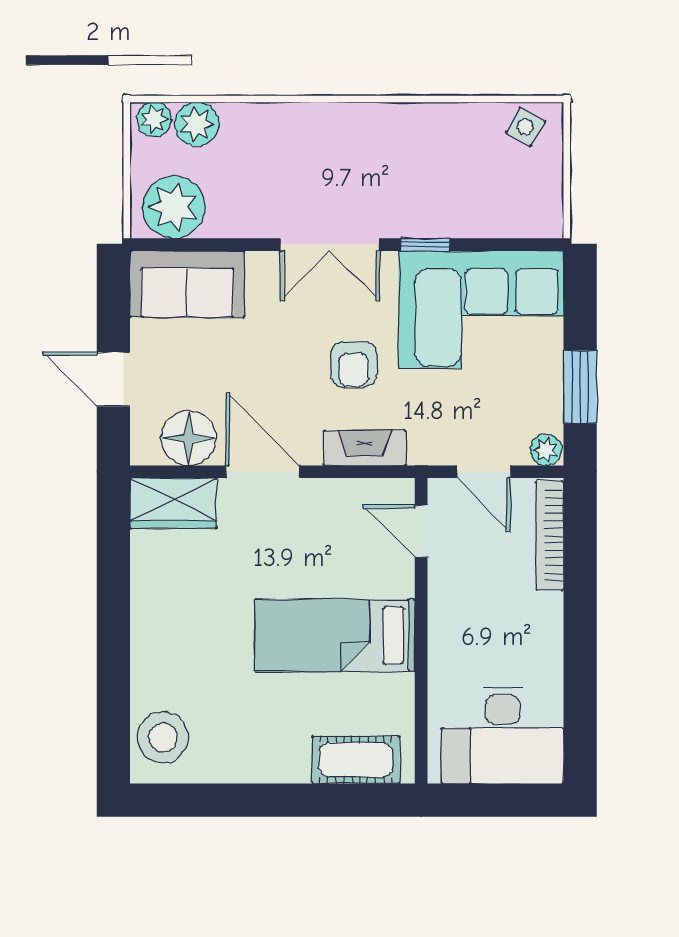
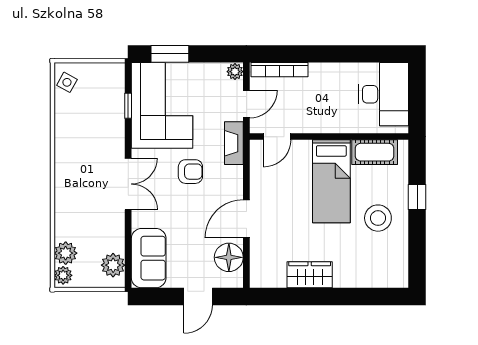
plant: (174, 207) -> (113, 265), width x0.73, depth x0.73
window: (425, 245) -> (128, 106), moved
window: (580, 387) -> (170, 54), moved
fireplace: (365, 448) -> (234, 143), moved
wardrobe: (173, 503) -> (310, 275), moved, turned -90
stool: (163, 737) -> (378, 218), moved
cot: (356, 760) -> (375, 152), moved, turned 90
window: (305, 800) -> (417, 197), added

